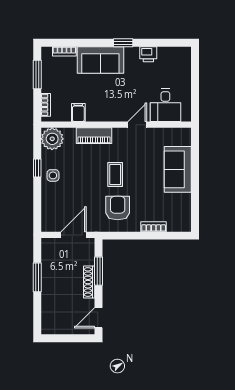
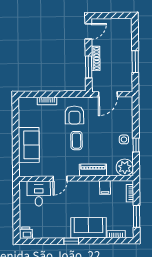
printer: (148, 54) -> (26, 233), moved

